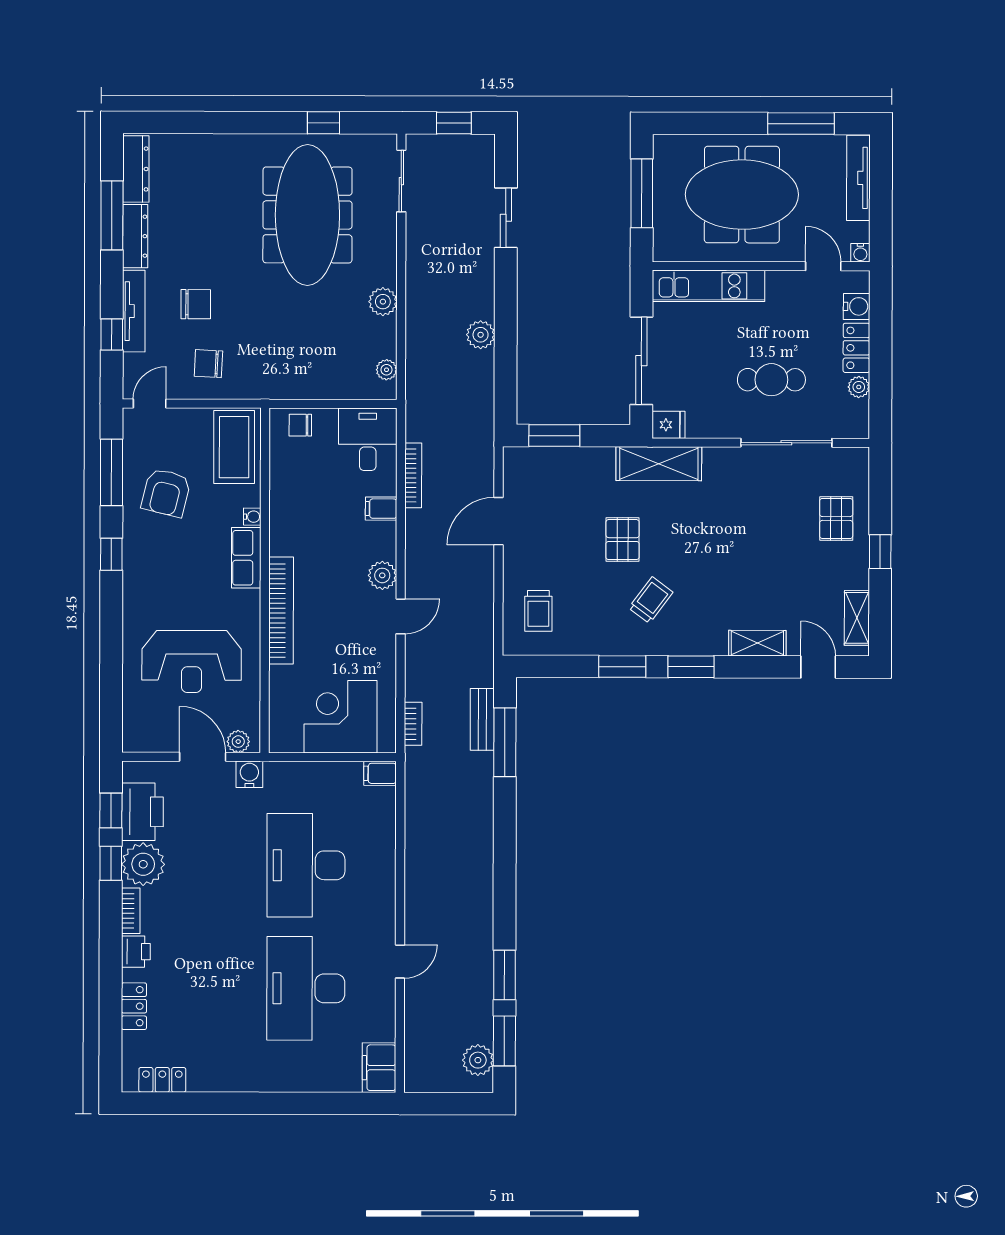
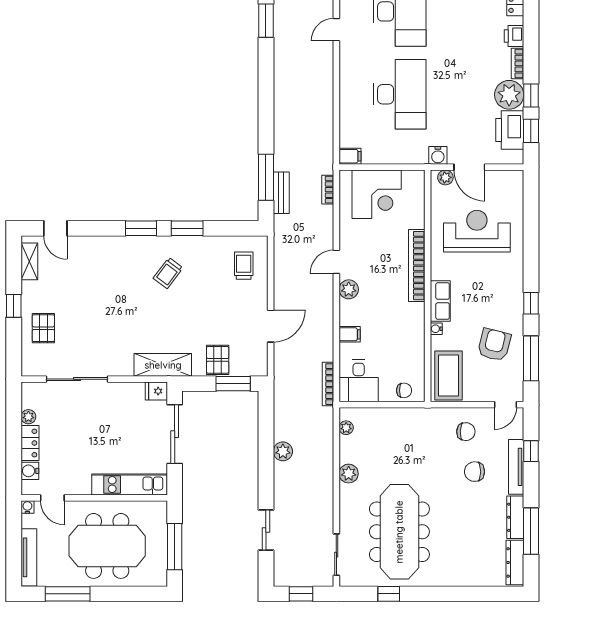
cafe table: (771, 380) -> (87, 421), removed
bookcase: (413, 475) -> (328, 384), moved
pallet: (623, 540) -> (218, 360), moved
shelving: (757, 643) -> (96, 244), removed

